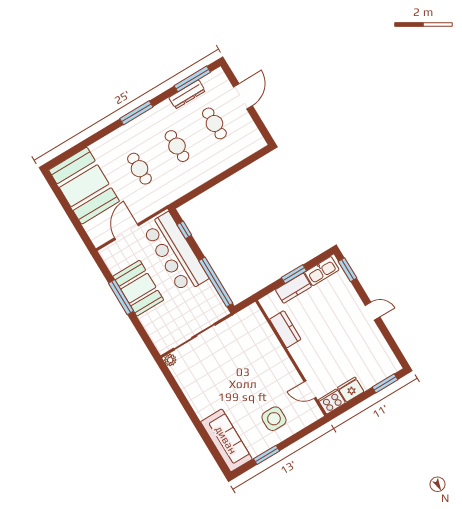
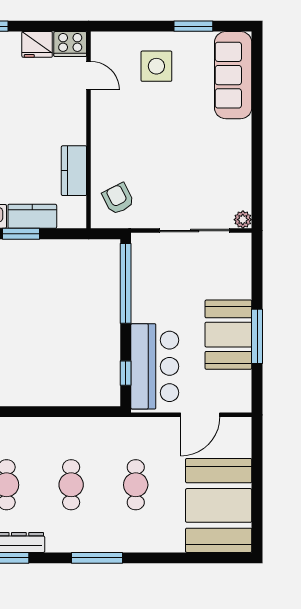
bar counter: (175, 253) -> (155, 366), width x0.73
armchair: (250, 328) -> (118, 199), added

